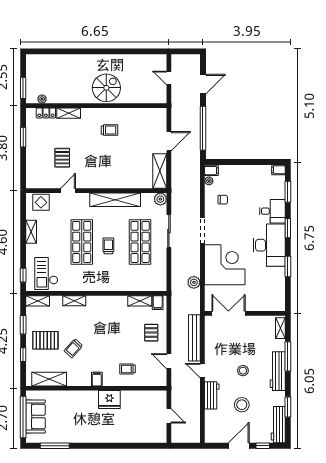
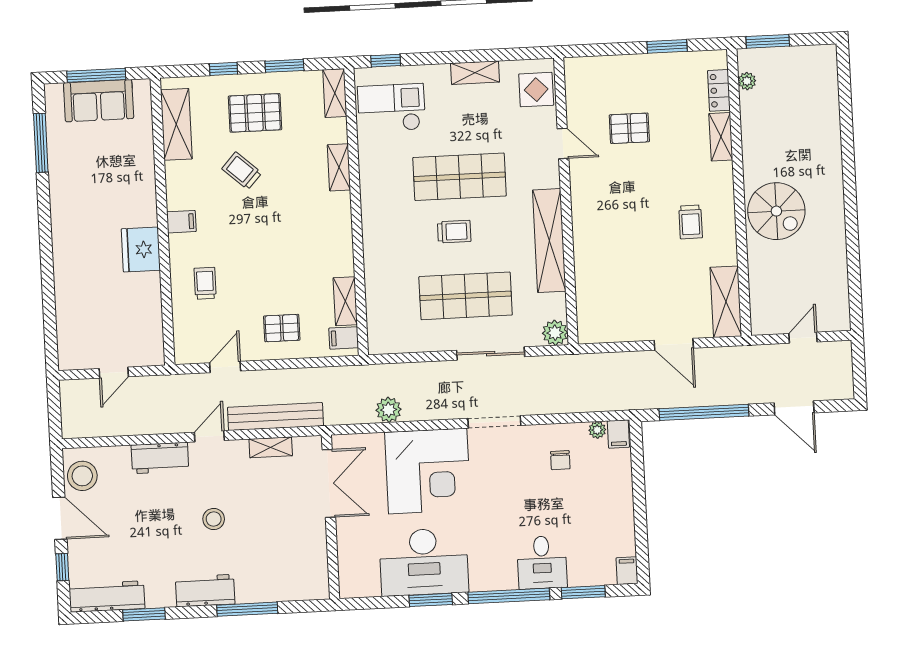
shelving: (160, 171) -> (726, 302), moved, turned 90
window: (288, 228) -> (509, 596), width x2.11
desk: (269, 245) -> (424, 562), moved
shelving: (280, 328) -> (271, 447), moved
pallet: (45, 340) -> (255, 113), turned 90
workbench: (278, 371) -> (205, 591), width x0.73
stool: (242, 405) -> (82, 476), moved
window: (23, 417) -> (96, 75), width x0.68

